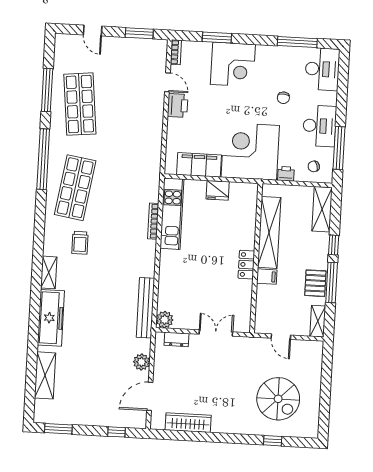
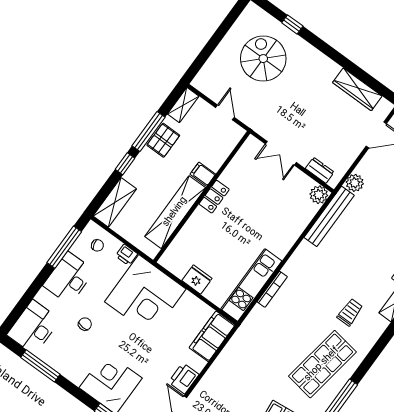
filing cabinet: (199, 165) -> (212, 336), moved, turned 90
plant: (142, 362) -> (355, 183), moved

